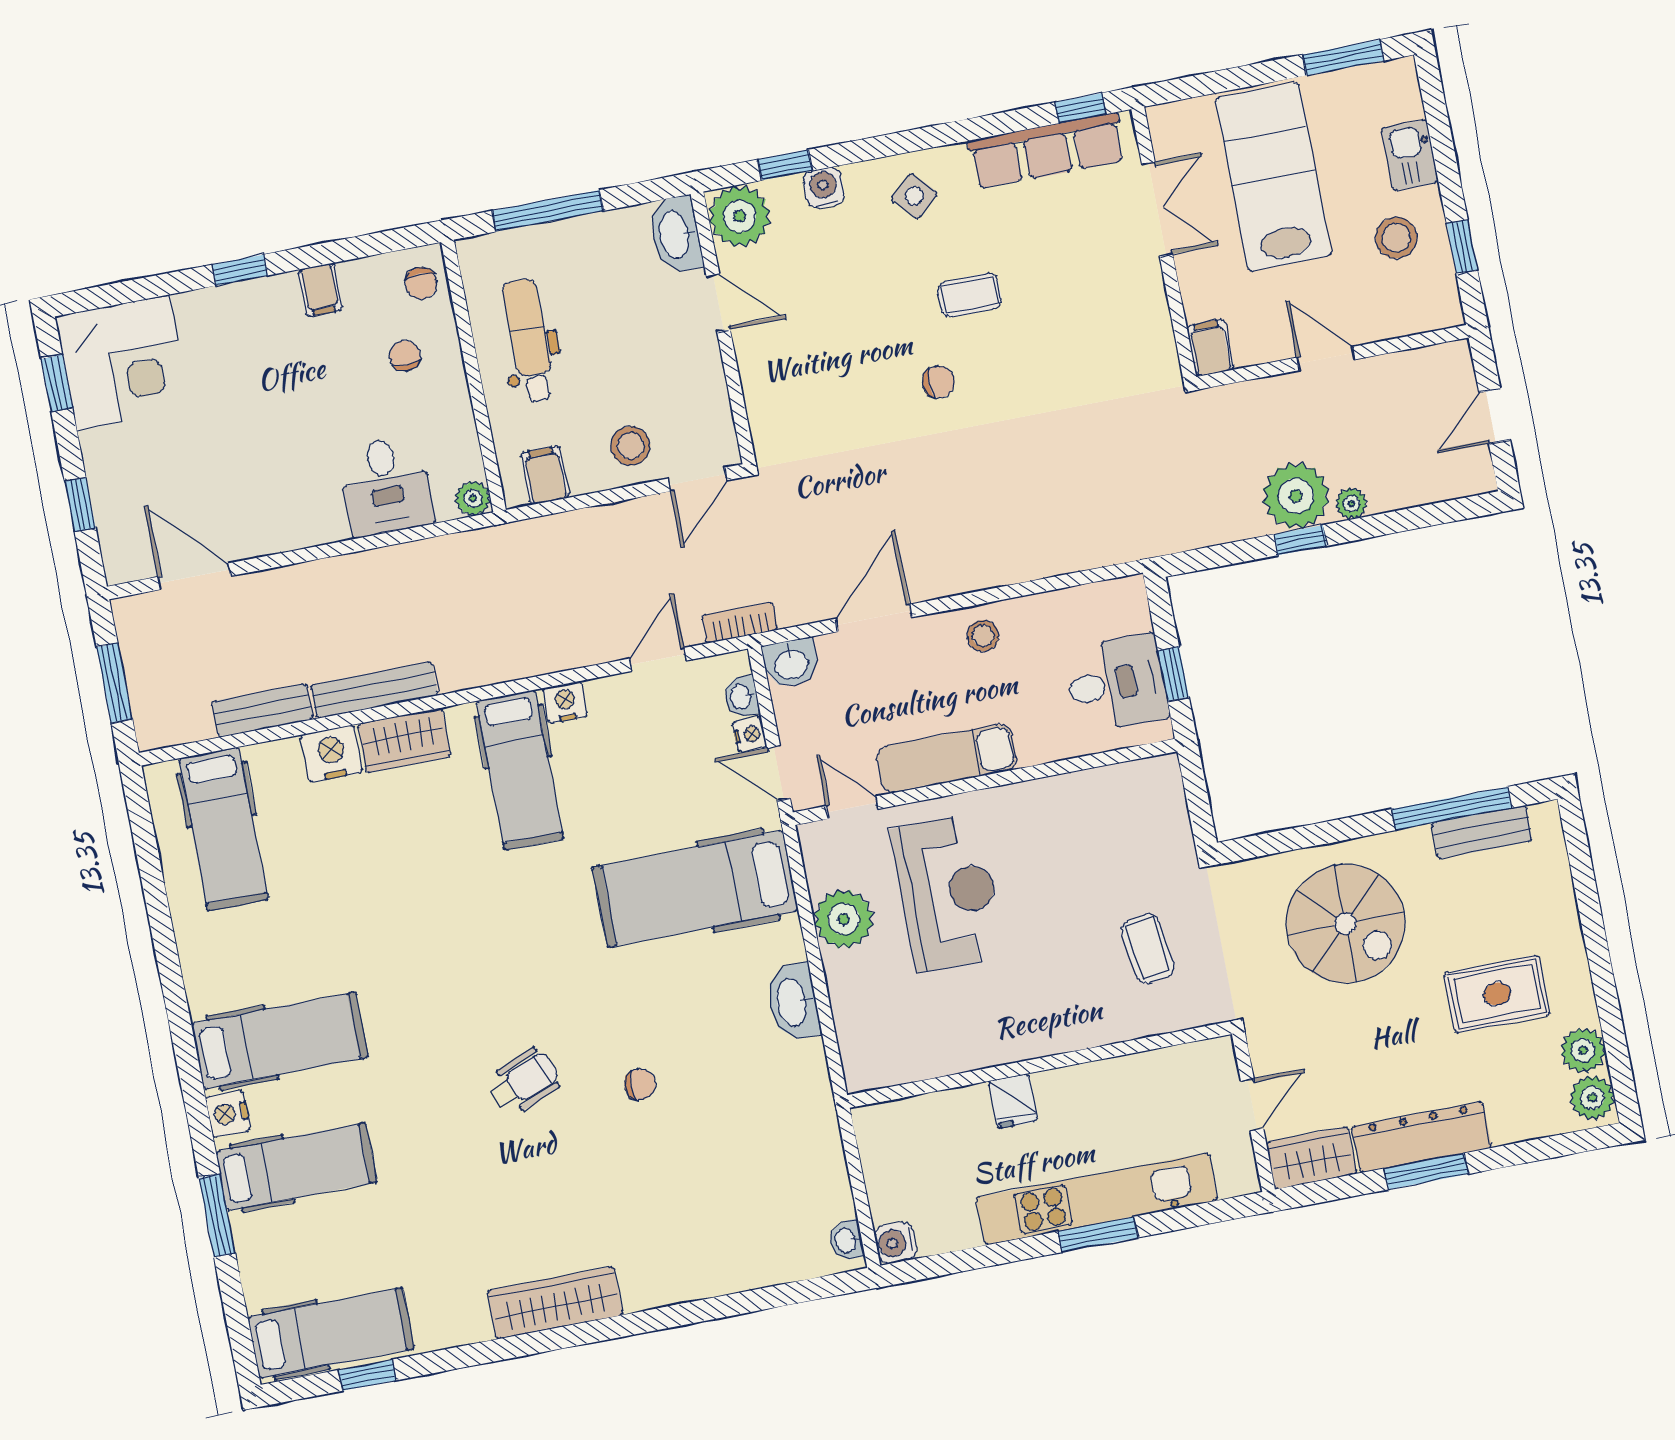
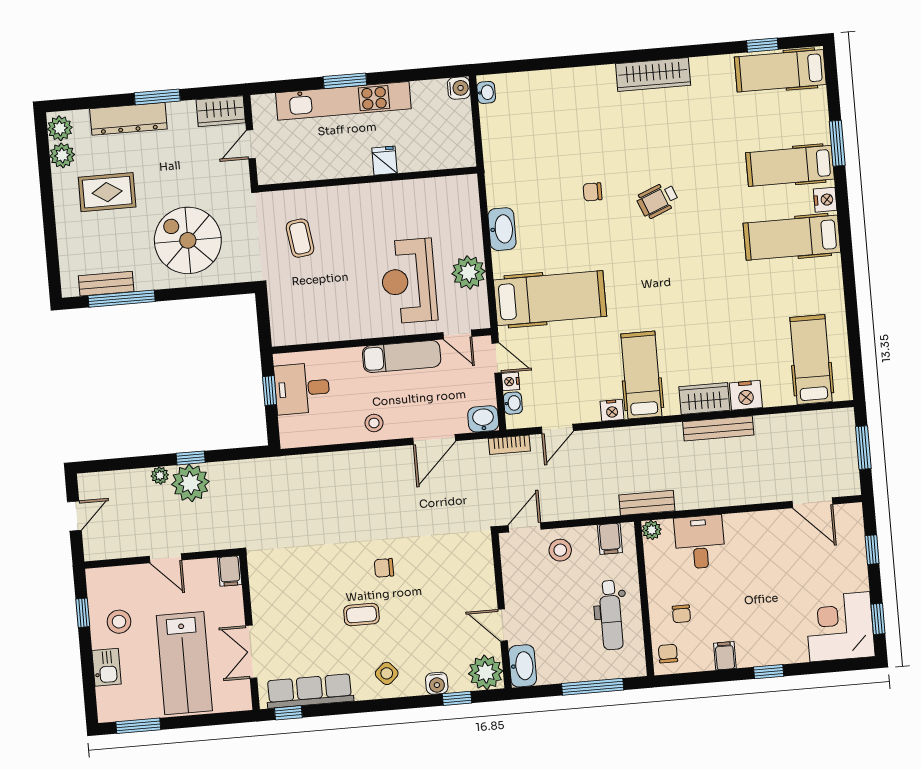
bench: (262, 710) -> (647, 503), moved
dresser: (1422, 1137) -> (128, 119), moved

